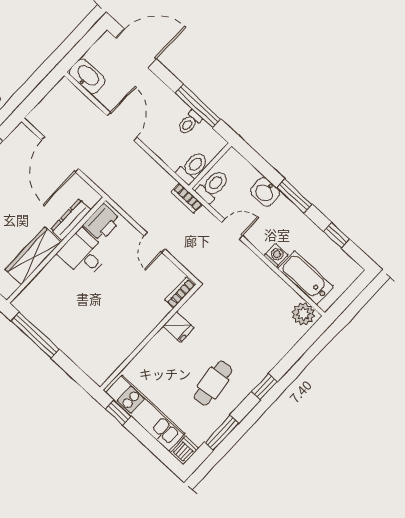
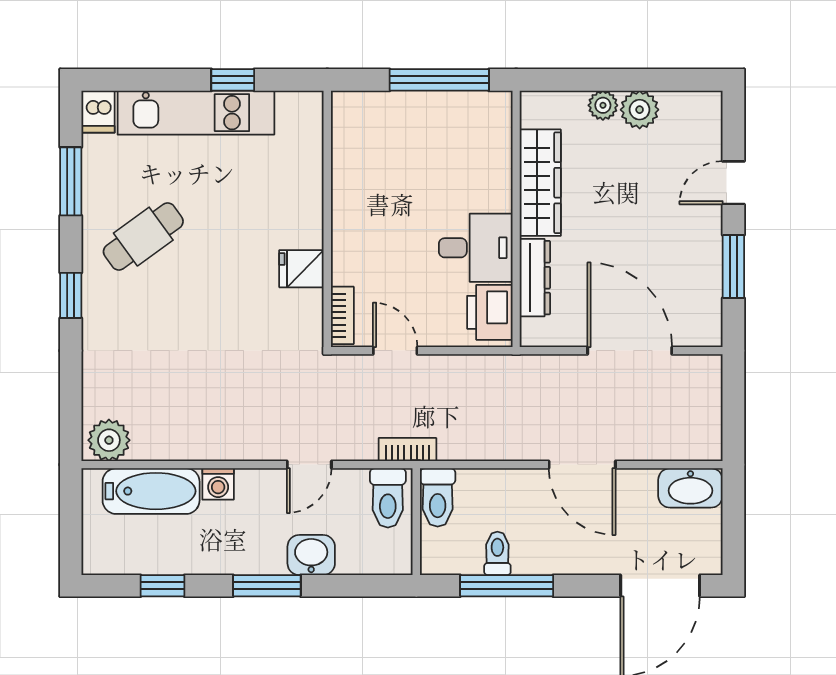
bookcase: (180, 293) -> (342, 315), moved
fridge: (179, 327) -> (301, 269), moved
wall: (150, 337) -> (327, 219), moved
cafe table: (213, 383) -> (143, 237), turned 61

